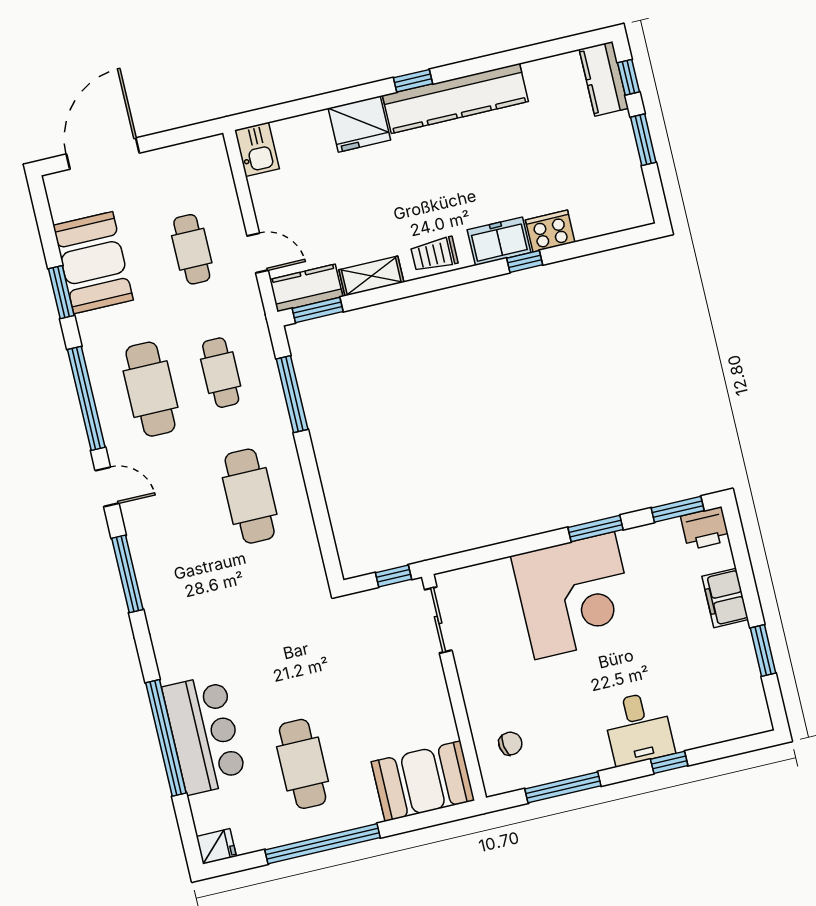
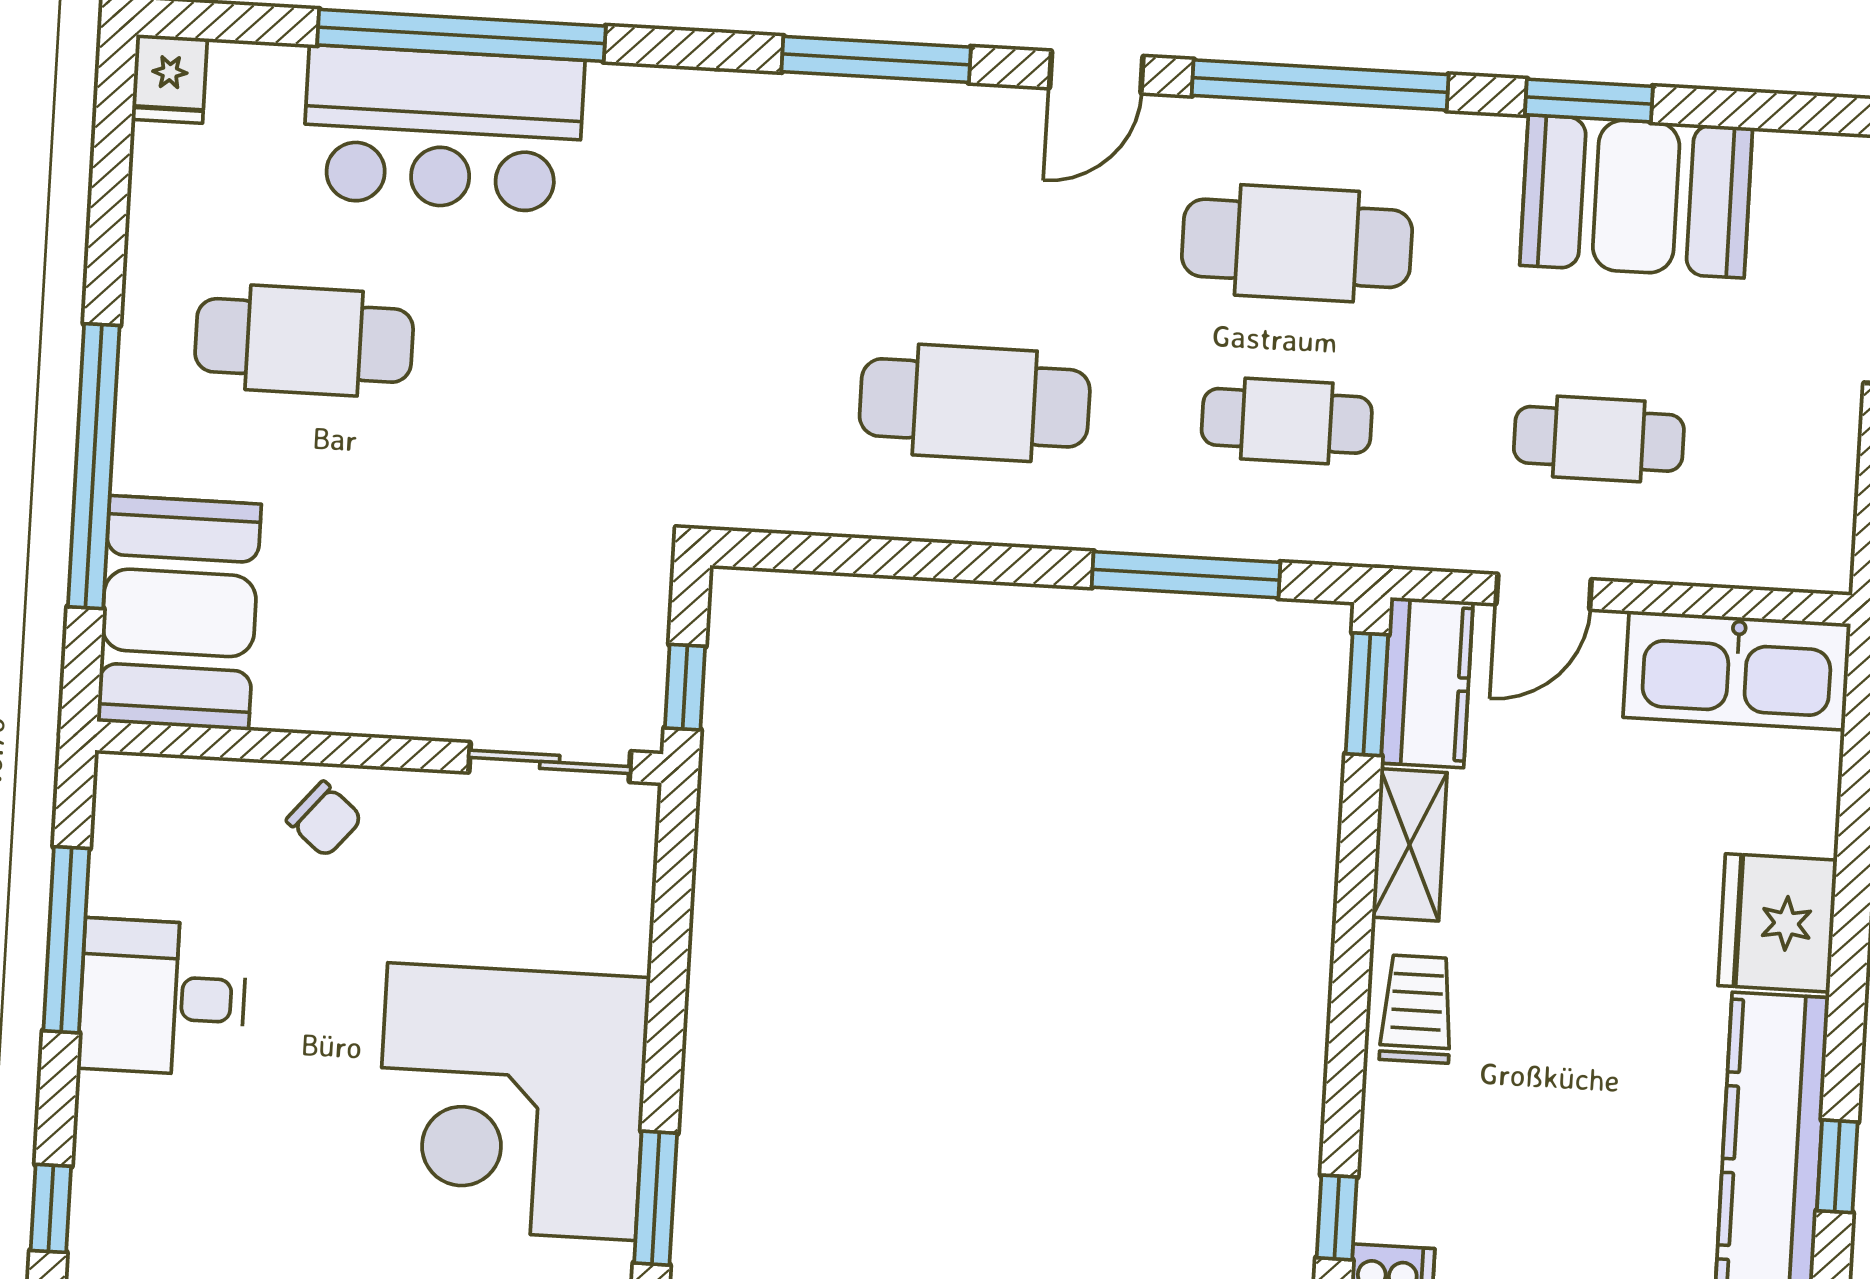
window: (413, 81) -> (1837, 1166), moved
kitchen sink: (257, 149) -> (1737, 671), width x1.88, depth x1.24
freezer: (499, 241) -> (1403, 1171), removed
desk: (638, 728) -> (162, 997), moved
chair: (510, 744) -> (324, 819), moved, turned -41
window: (323, 844) -> (94, 466), moved

